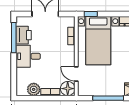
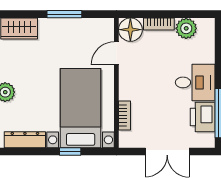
window: (91, 14) -> (70, 151), moved
door: (76, 74) -> (116, 53), swing flipped
window: (108, 98) -> (64, 14), width x0.69

